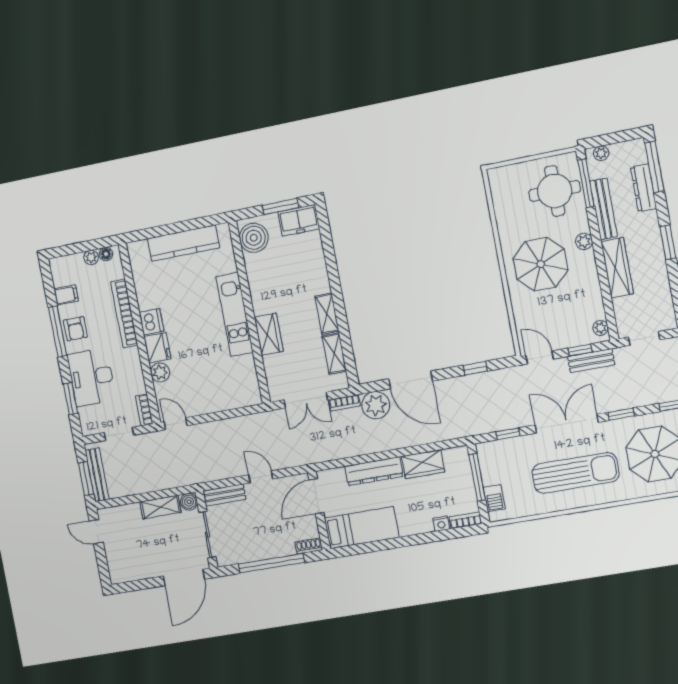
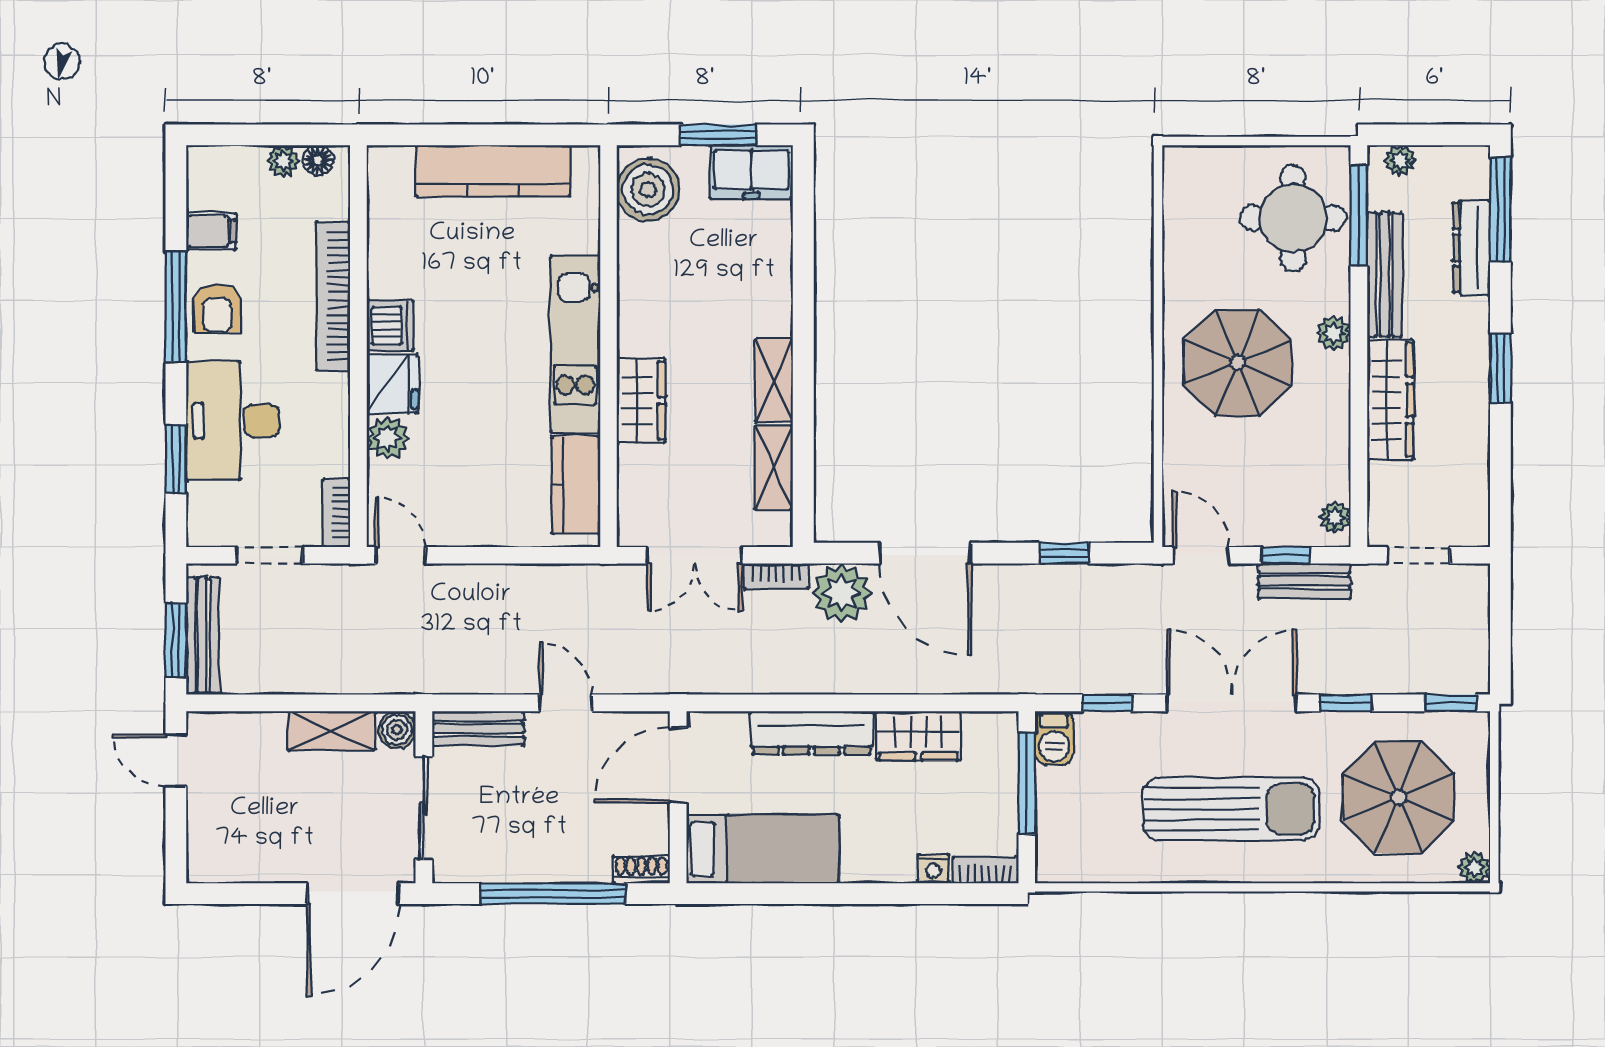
kitchen counter: (247, 378) -> (576, 485), added
barbecue: (494, 498) -> (1054, 738), moved

